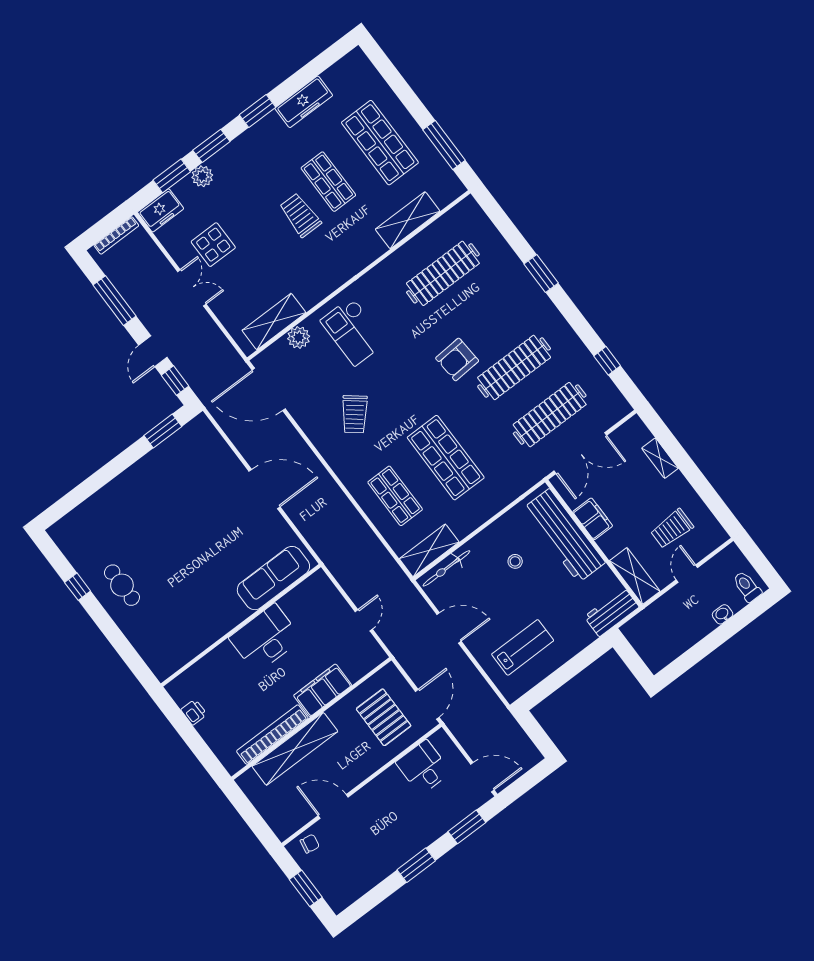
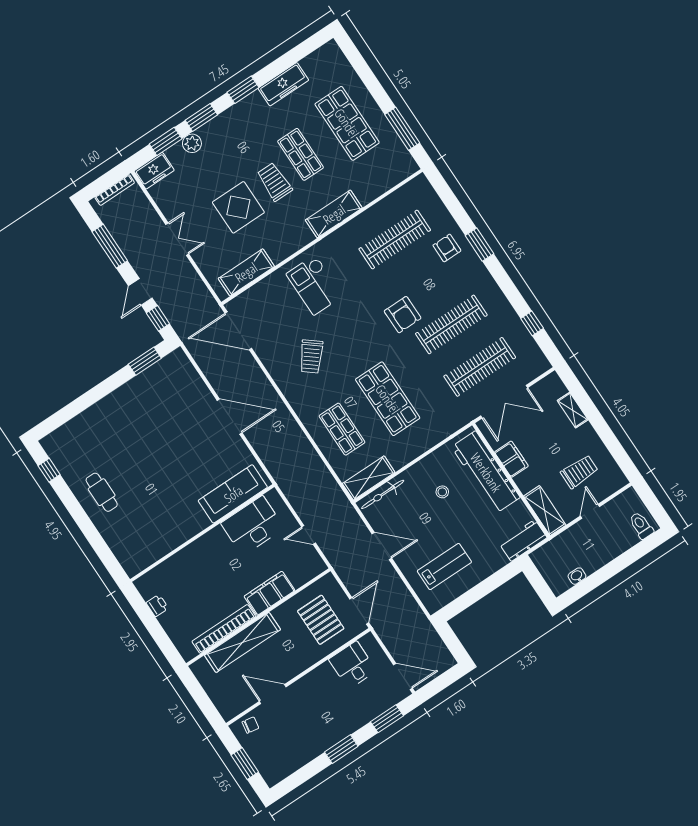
shelving: (408, 220) -> (334, 214), moved
display table: (213, 245) -> (238, 207), moved, width x1.36, depth x1.36
armchair: (504, 280) -> (447, 248), added
plant: (299, 337) -> (267, 287), removed
armchair: (457, 360) -> (403, 315), turned -86
trolley: (672, 529) -> (579, 472), turned 180
window: (78, 587) -> (49, 470), moved
washbasin: (723, 614) -> (577, 576), moved
door: (364, 620) -> (309, 535), swing flipped
desk: (265, 638) -> (252, 526), moved

